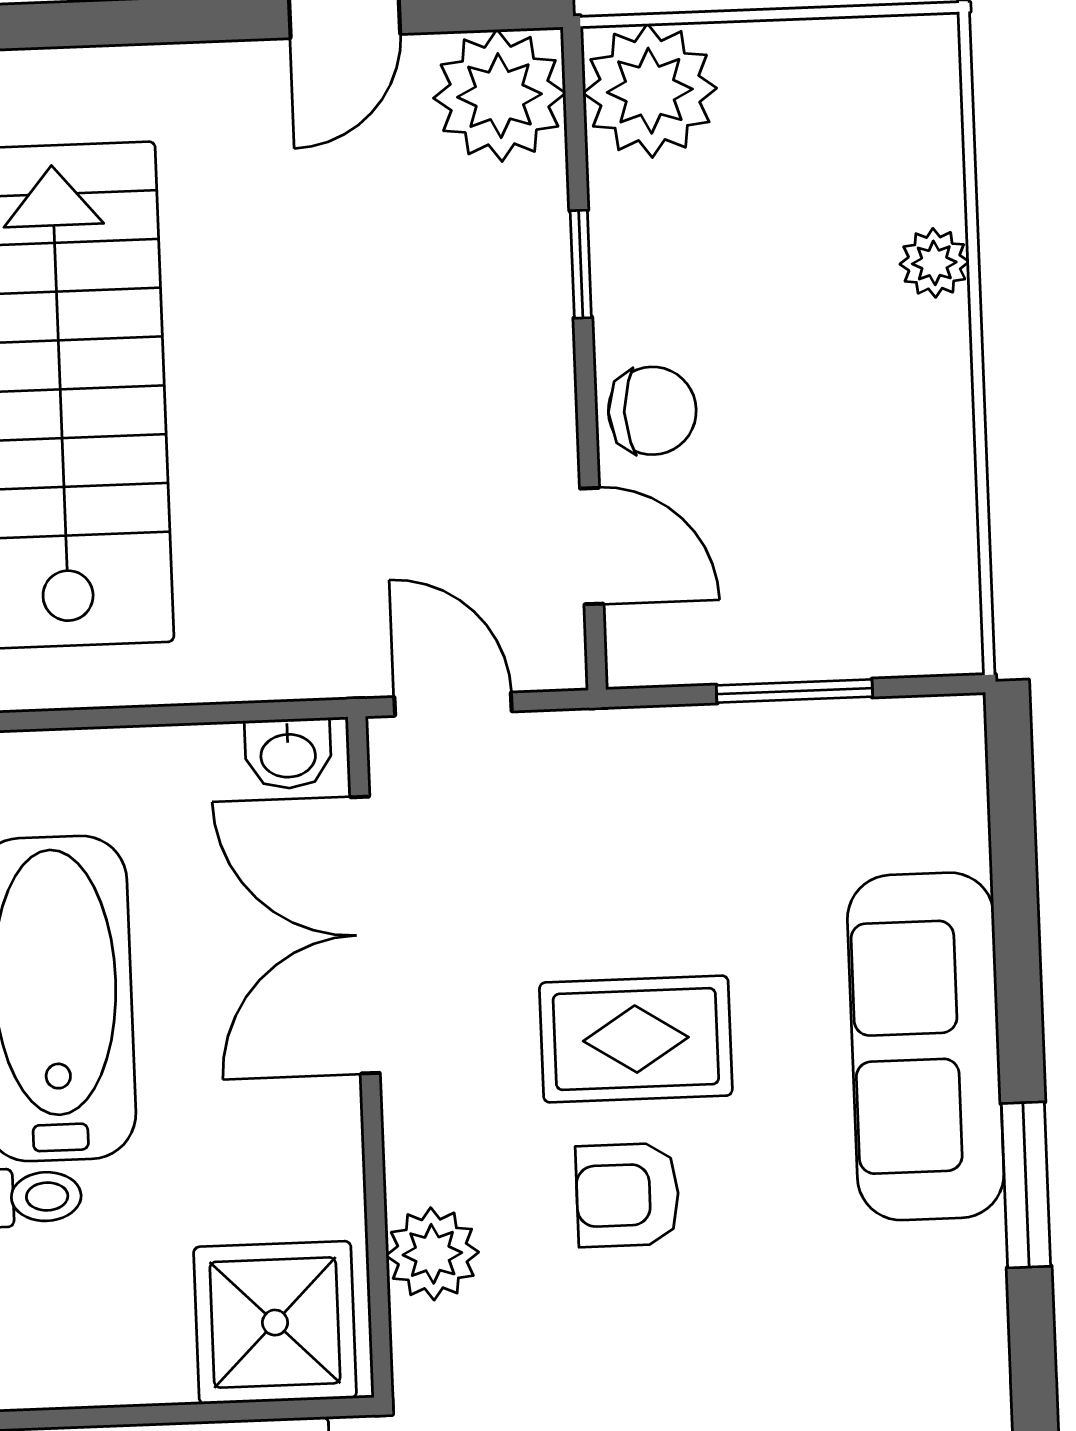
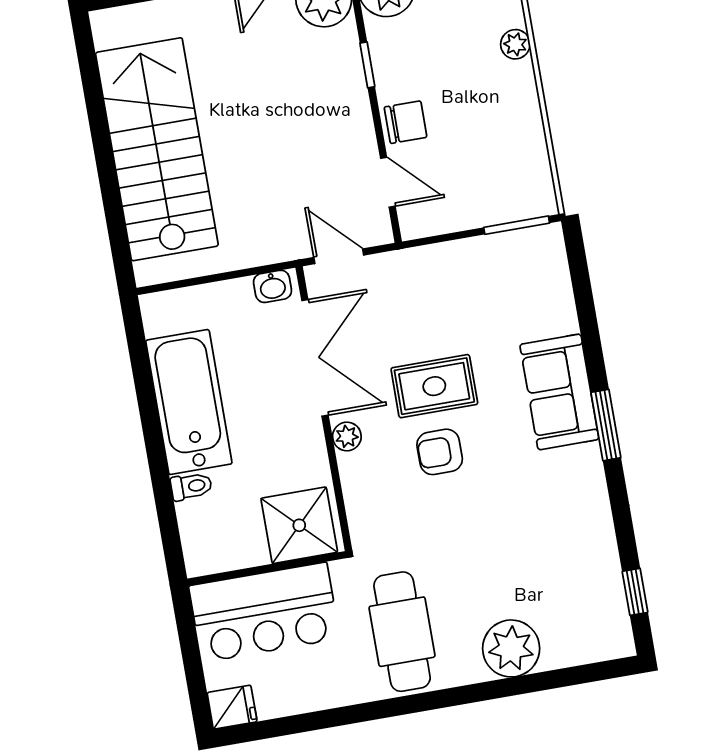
window: (794, 691) -> (517, 225), moved
double door: (365, 935) -> (315, 358), swing flipped
sofa: (926, 1046) -> (559, 392), width x0.73
plant: (432, 1254) -> (347, 436), moved, width x0.73, depth x0.73

